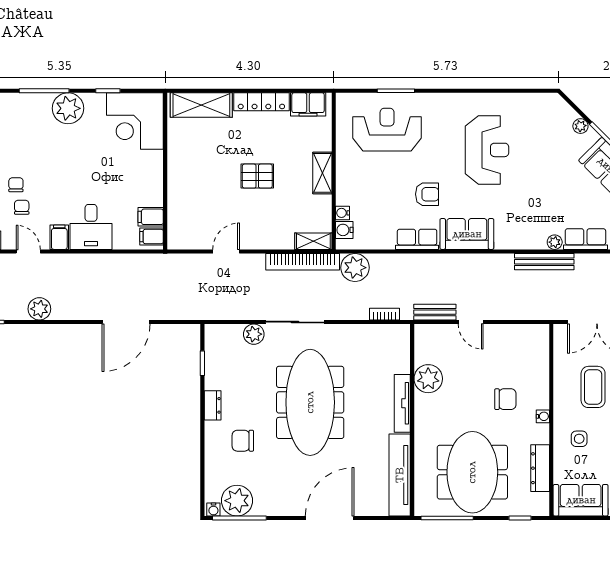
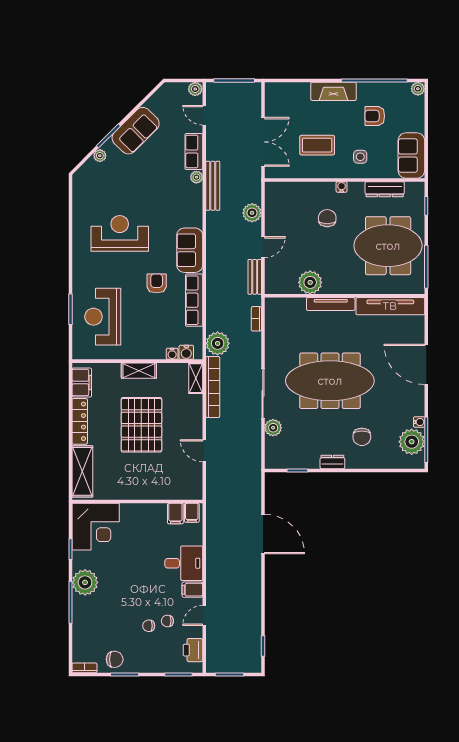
pallet: (257, 176) -> (141, 425), width x2.05, depth x2.00
row of seats: (417, 239) -> (194, 300), width x1.48
plant: (39, 309) -> (252, 213), moved
water cooler: (213, 509) -> (419, 422), moved

